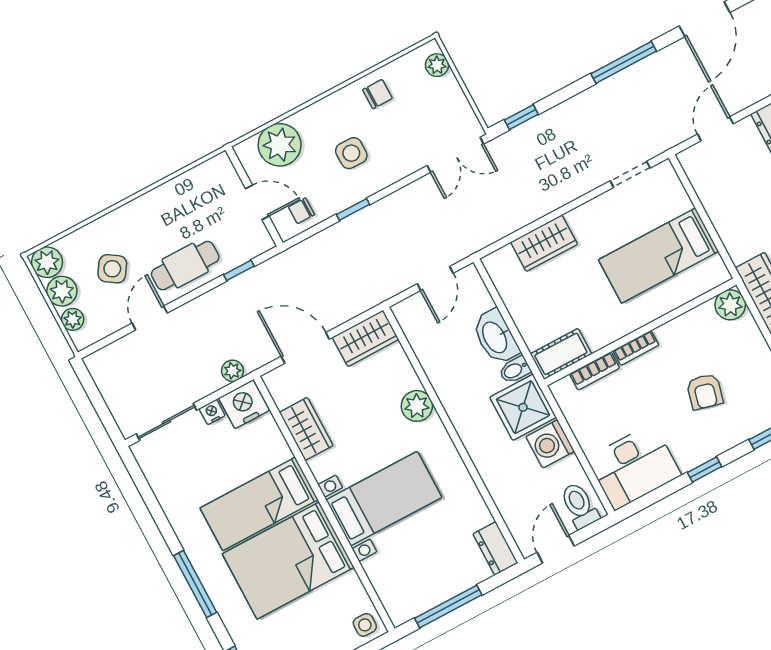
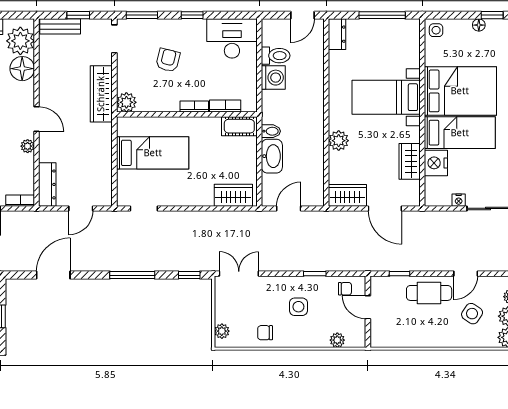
window: (624, 62) -> (132, 275), moved
plant: (280, 145) -> (337, 340), width x0.53, depth x0.53
wardrobe: (544, 243) -> (233, 195), moved
plant: (232, 371) -> (434, 218), removed
nightstand: (244, 404) -> (436, 163), moved, turned 90
shower: (523, 407) -> (278, 107), removed
toilet: (579, 505) -> (276, 56), moved, turned -90

